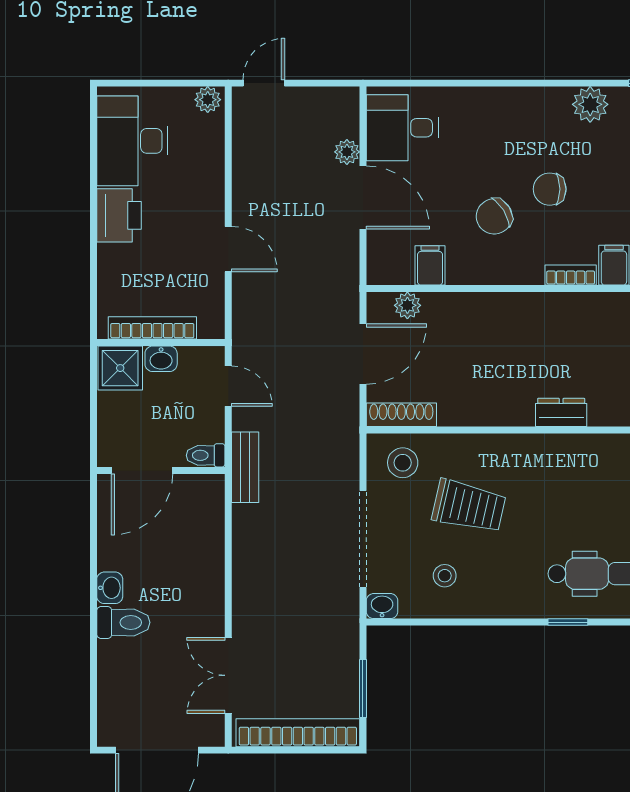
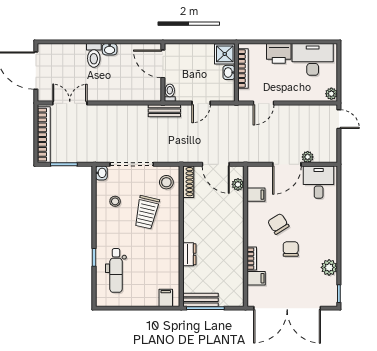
bookcase: (152, 328) -> (243, 69), moved
wall: (161, 343) -> (236, 72), moved
washbasin: (161, 359) -> (229, 72), moved
shower: (120, 368) -> (225, 54), moved

